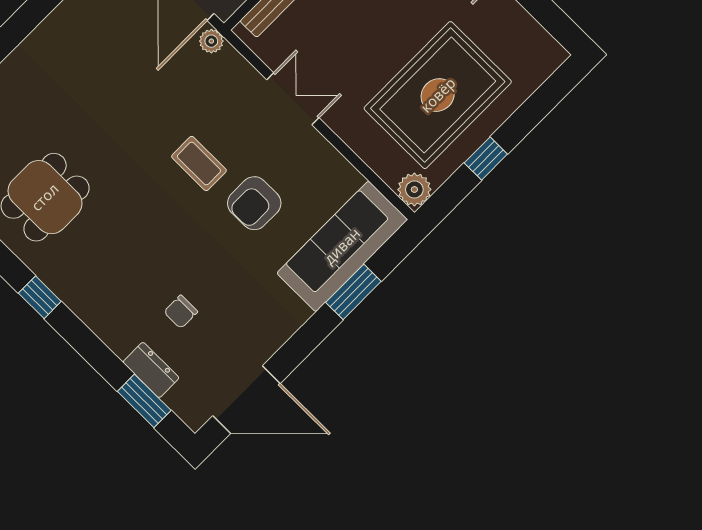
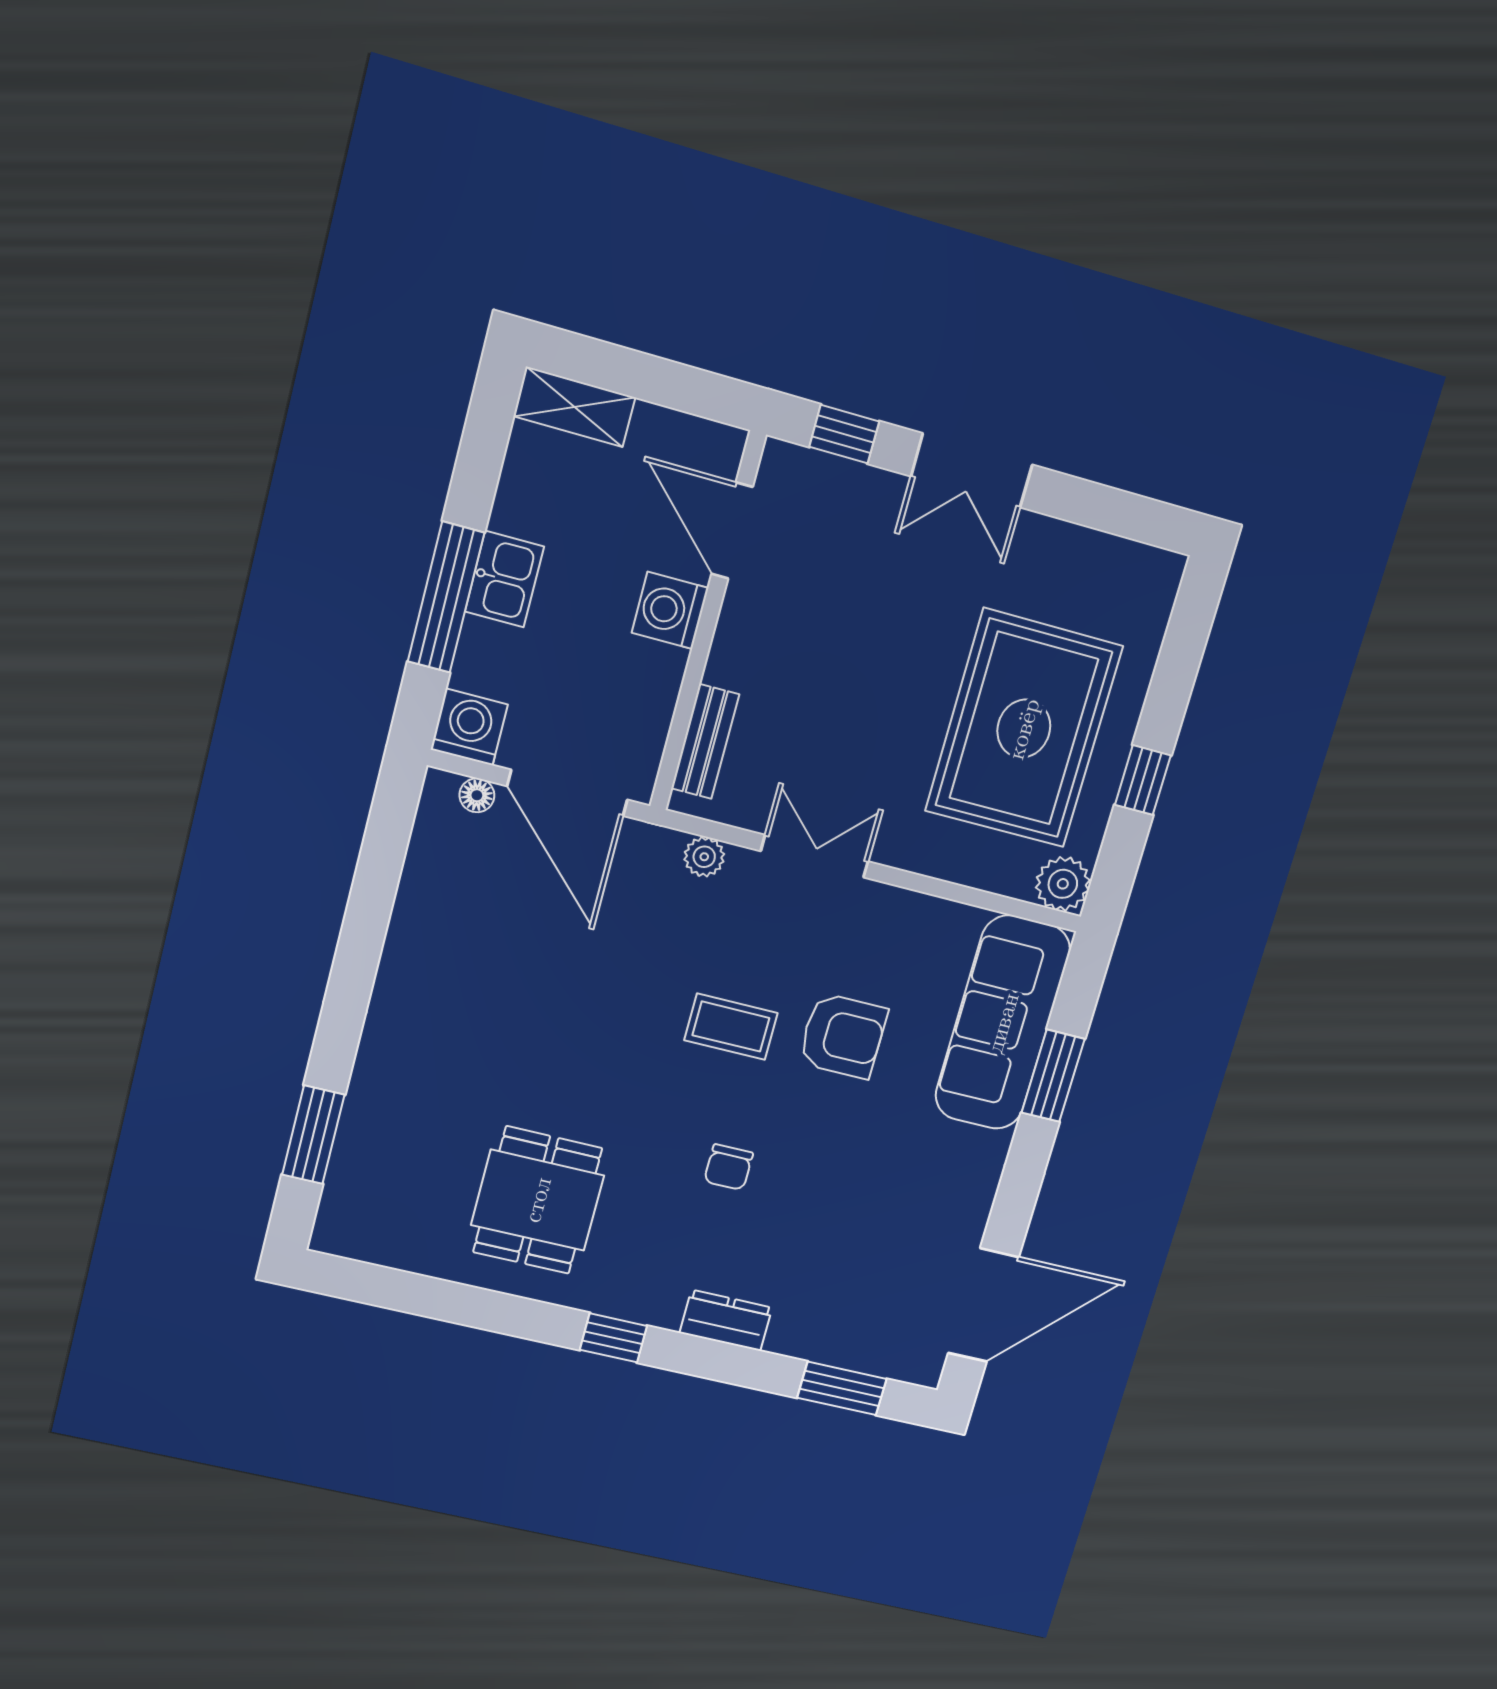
plant: (211, 41) -> (704, 857), moved
armchair: (254, 203) -> (843, 1036), turned -90
chair: (181, 312) -> (728, 1167), moved
dresser: (151, 370) -> (726, 1320), moved

